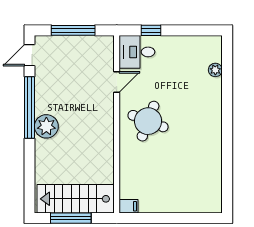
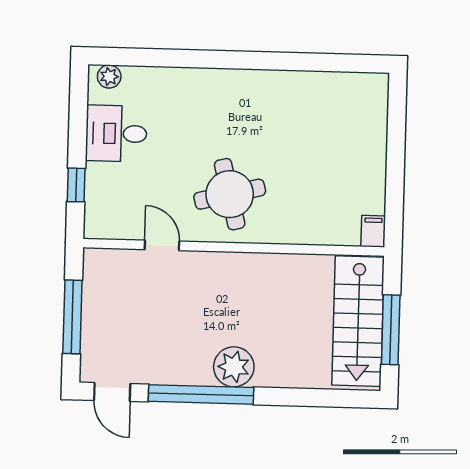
desk: (137, 52) -> (116, 134), moved, turned 90
plant: (215, 70) -> (109, 77), moved
round table: (148, 121) -> (230, 194), turned -35

